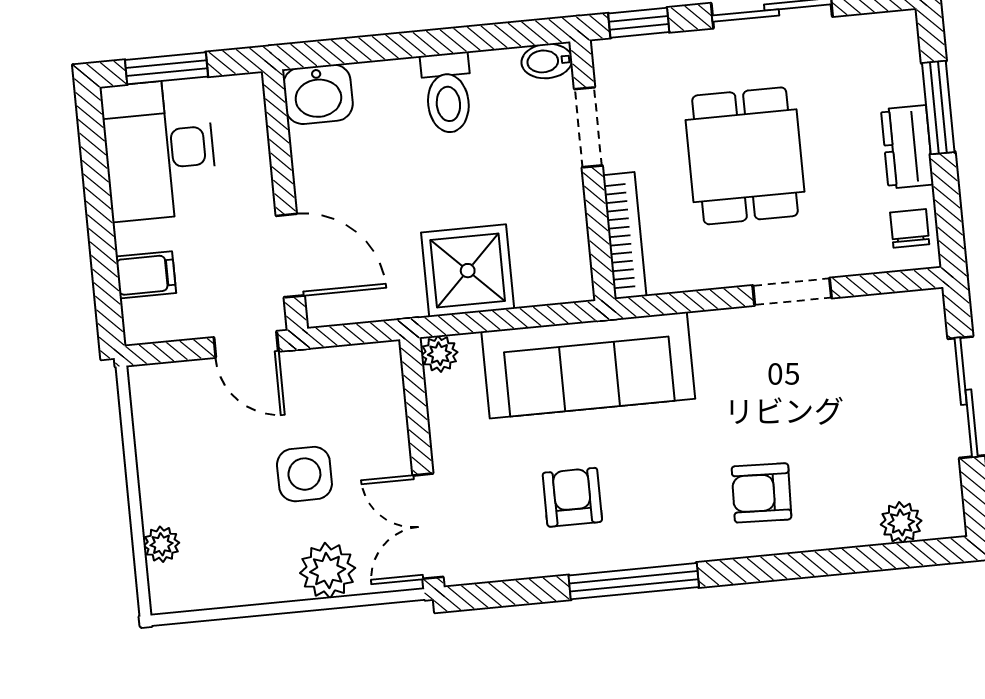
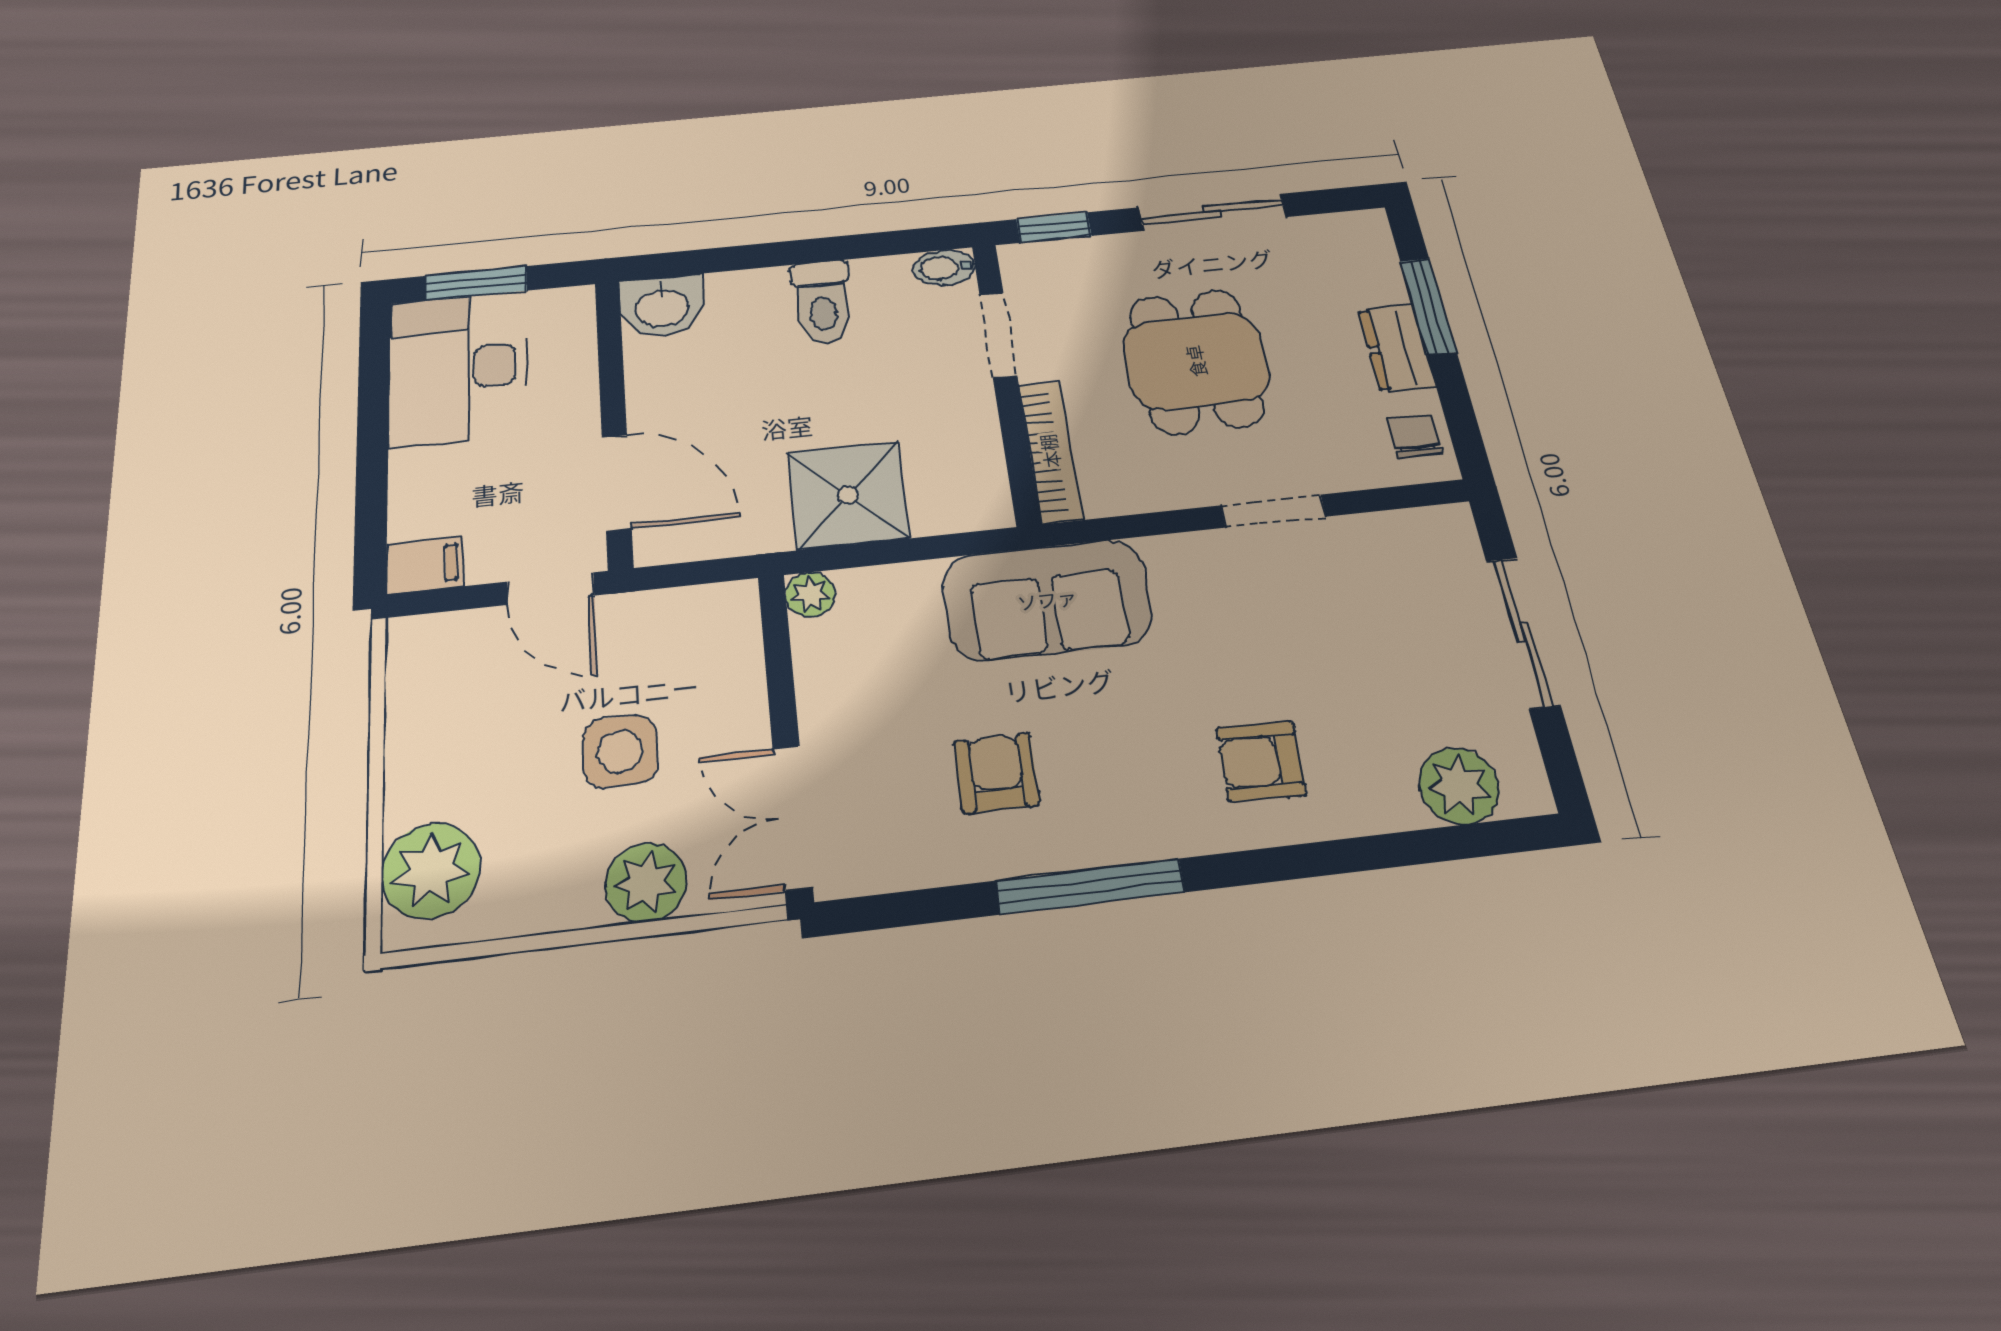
filing cabinet: (146, 275) -> (425, 565), moved
sofa: (588, 365) -> (1047, 600), width x0.73
plant: (901, 523) -> (1459, 786), width x1.38, depth x1.38
plant: (161, 544) -> (431, 871), width x1.87, depth x1.87

